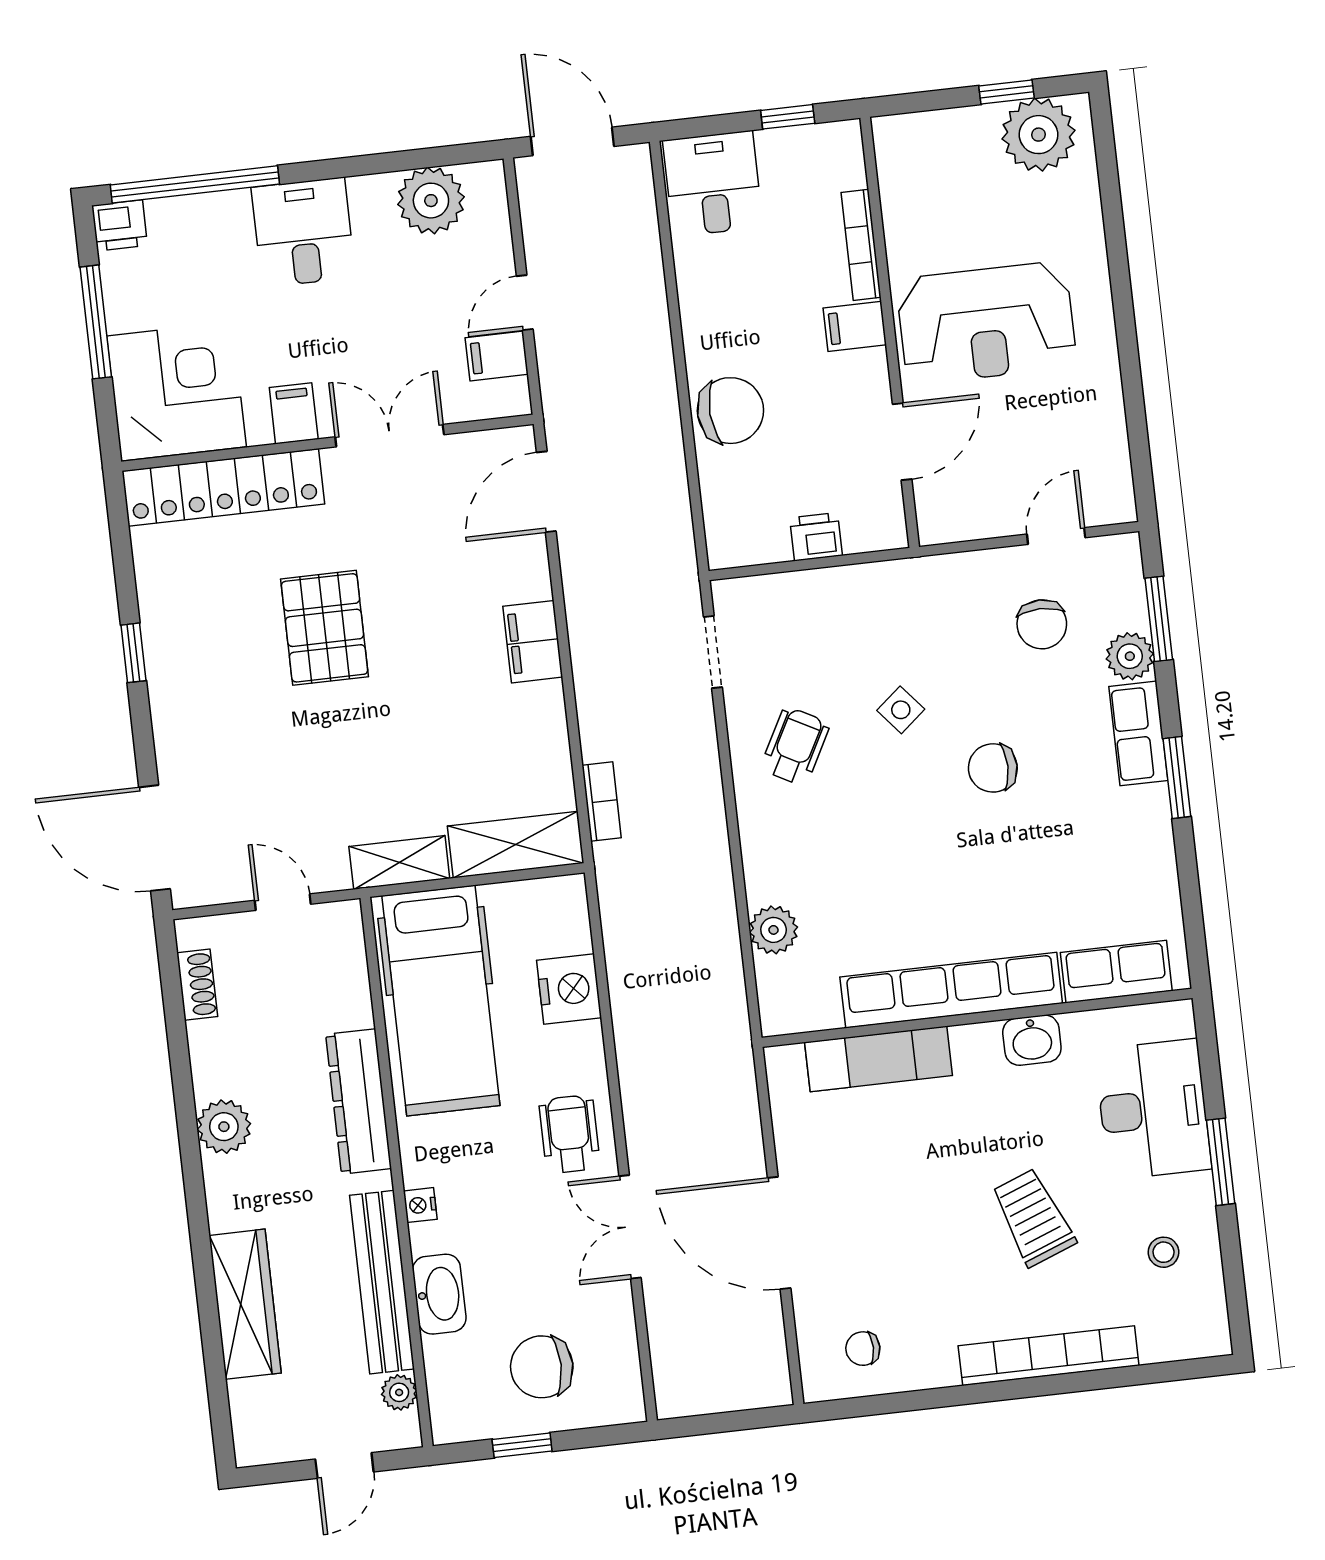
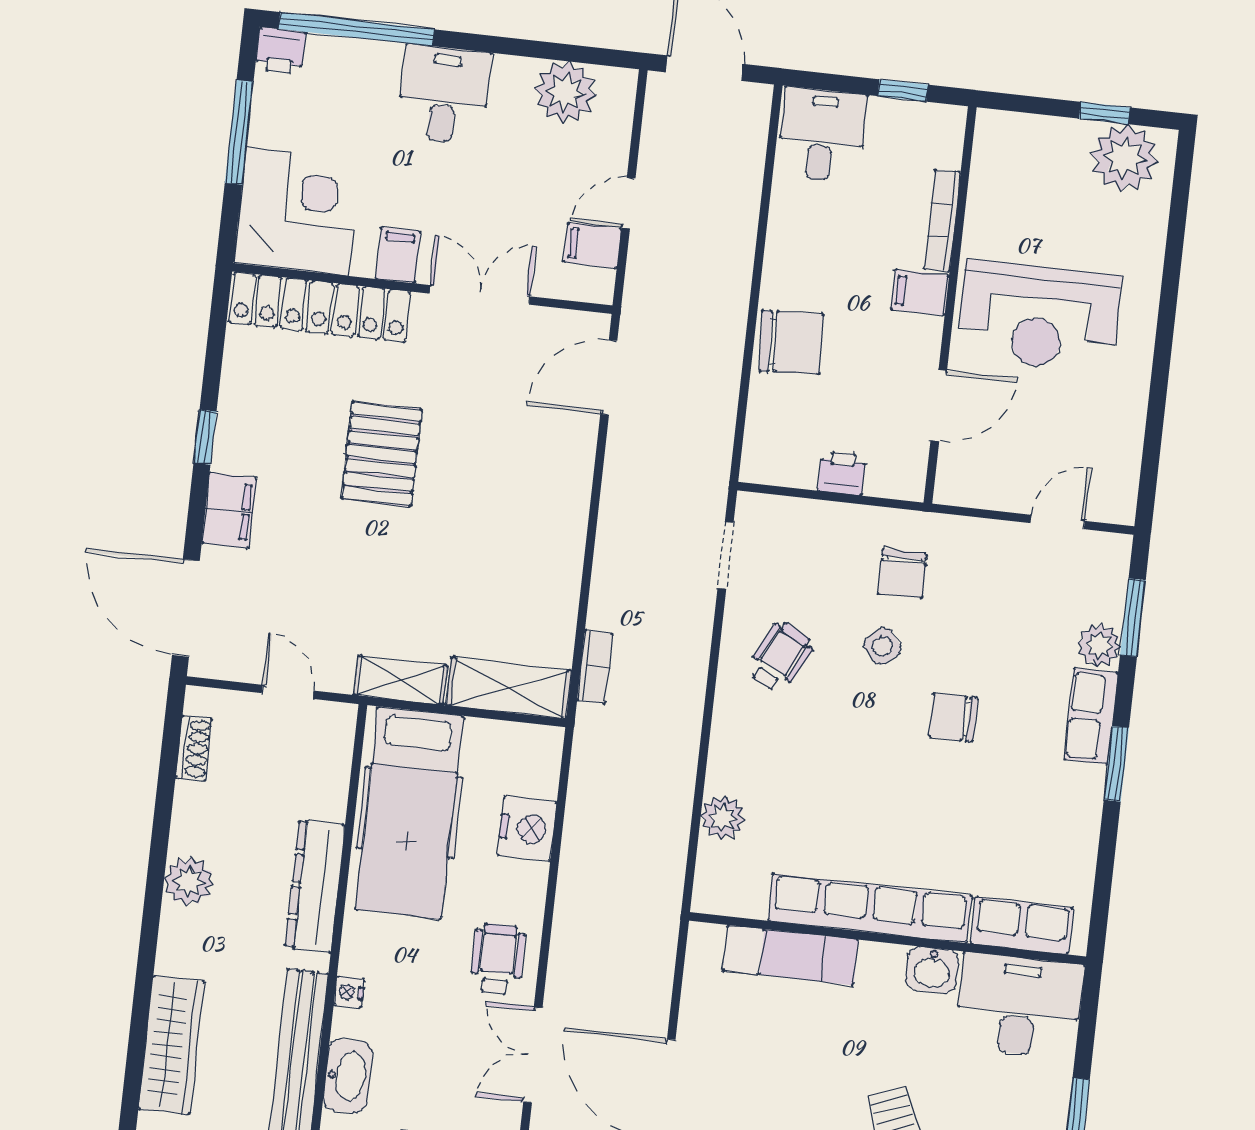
chair: (1042, 624) -> (902, 574), moved
filing cabinet: (533, 642) -> (229, 510), moved, turned 180
desk: (1153, 1109) -> (1019, 1006), moved, turned -90

